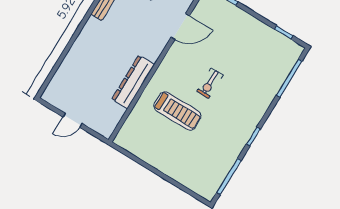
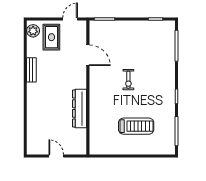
door: (180, 27) -> (88, 55), hinge flipped
treadmill: (177, 111) -> (136, 126), moved
door: (72, 120) -> (56, 156), swing flipped

